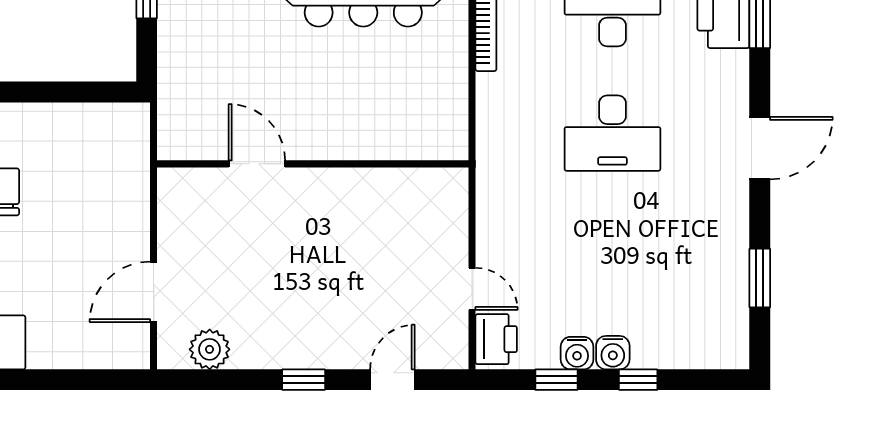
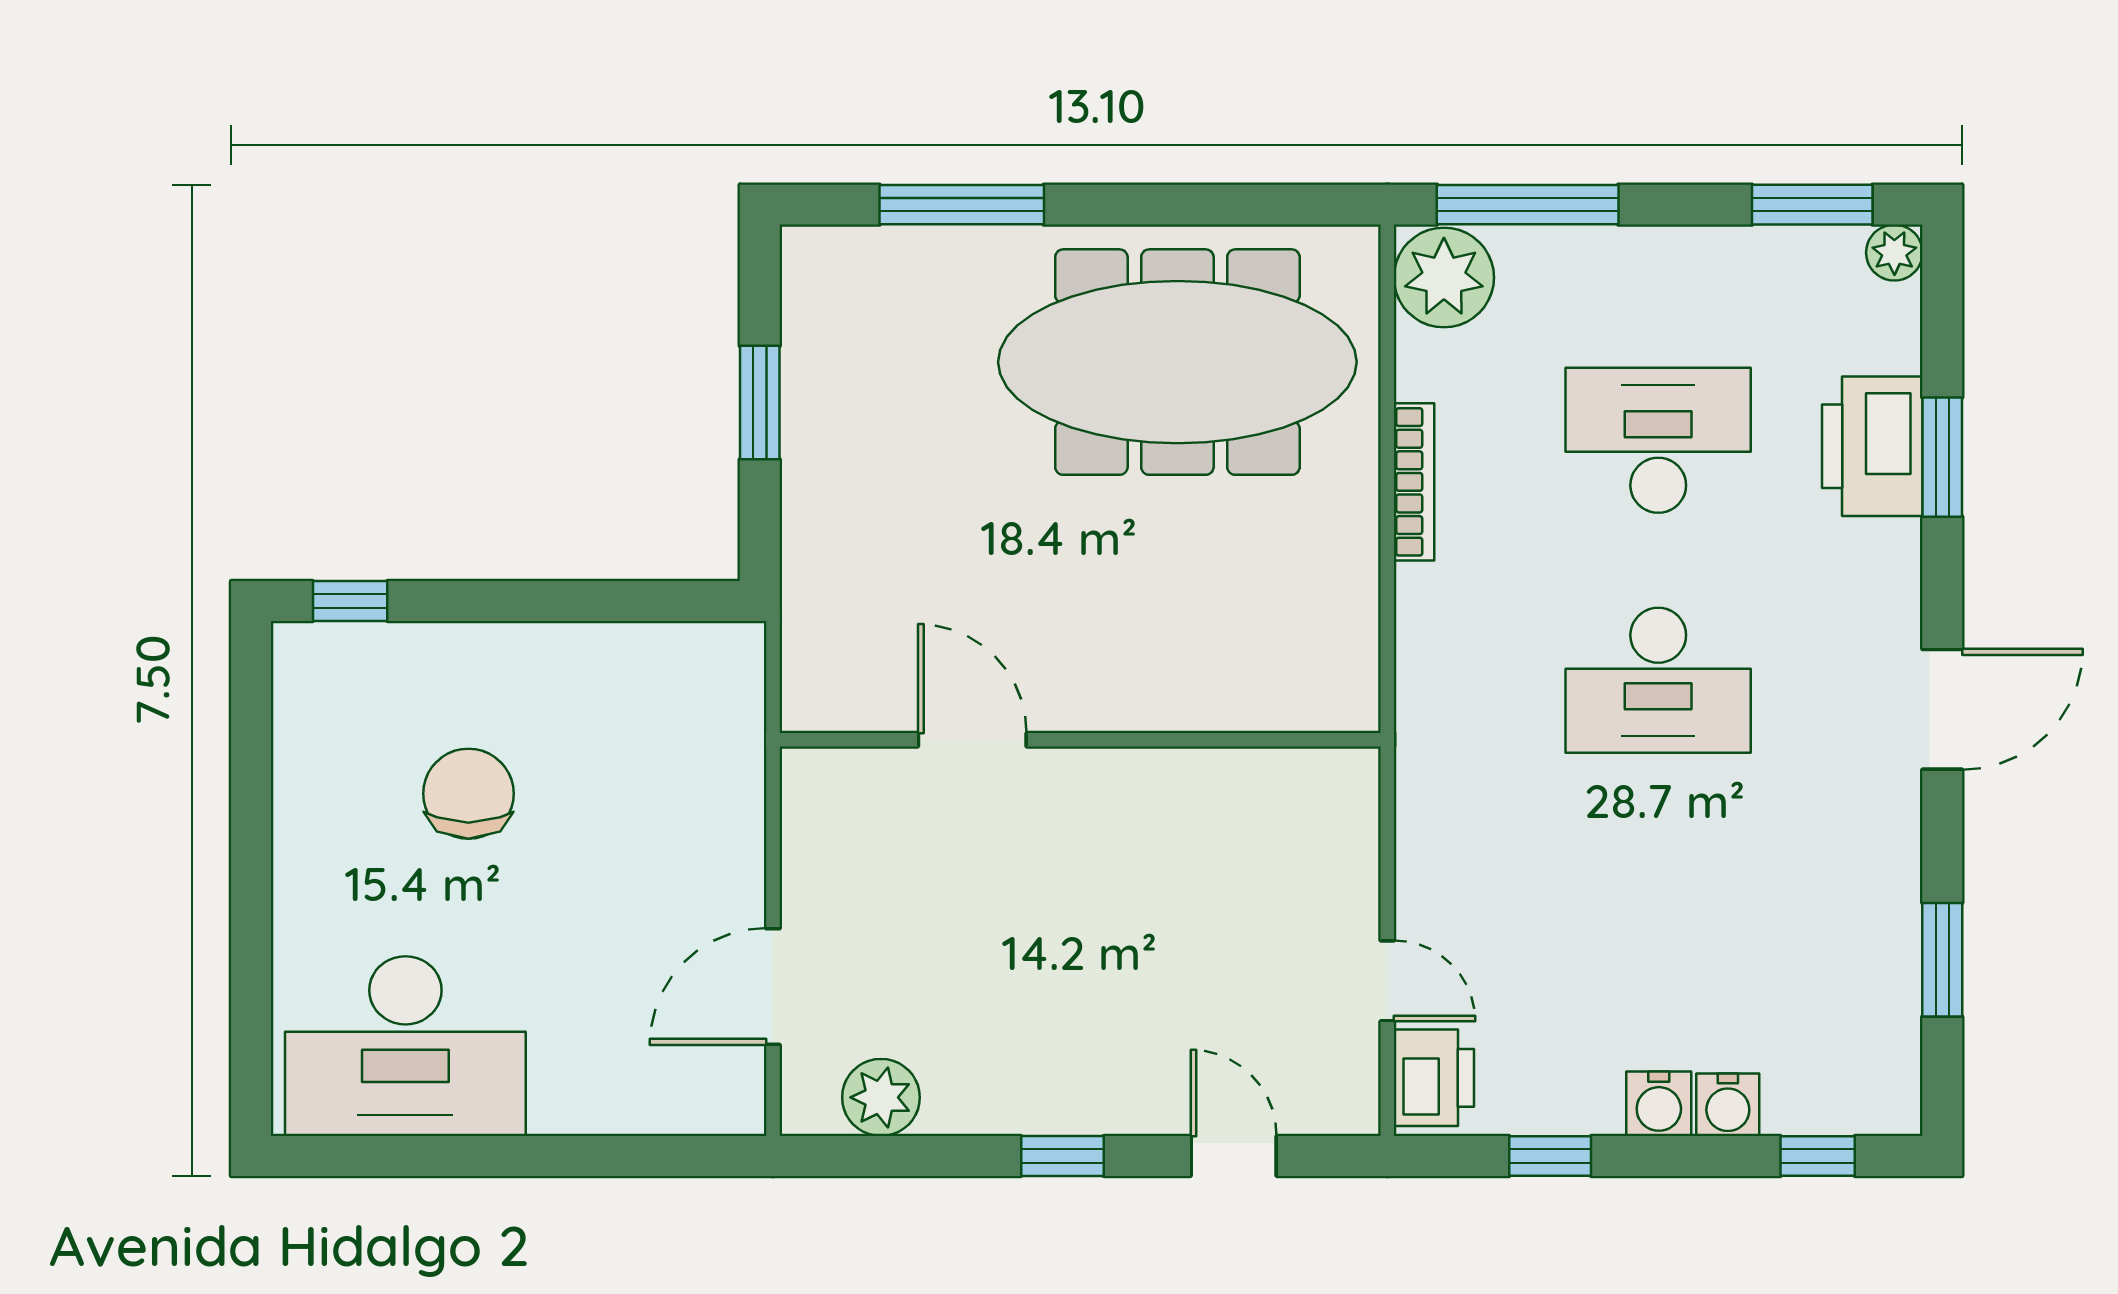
water cooler: (577, 353) -> (1728, 1105), moved
door: (392, 380) -> (1234, 1156), hinge flipped
window: (638, 380) -> (1818, 1156), moved

